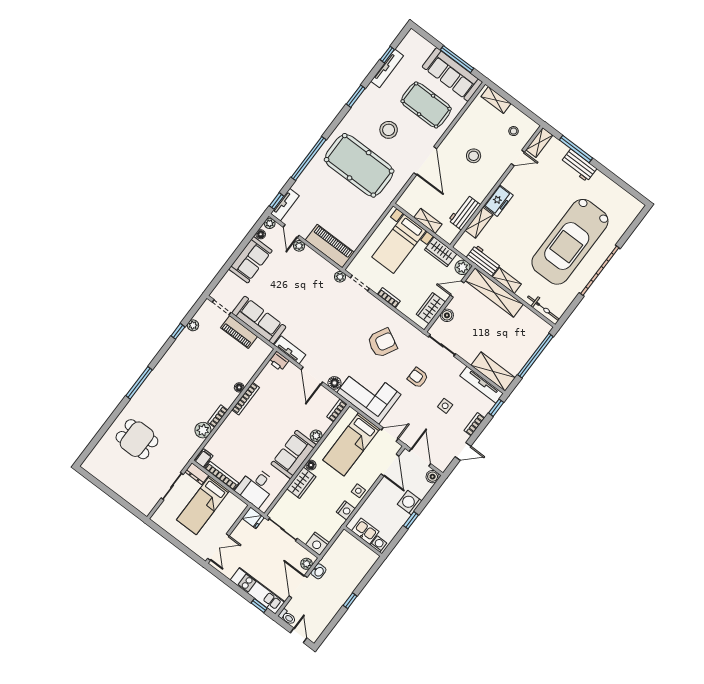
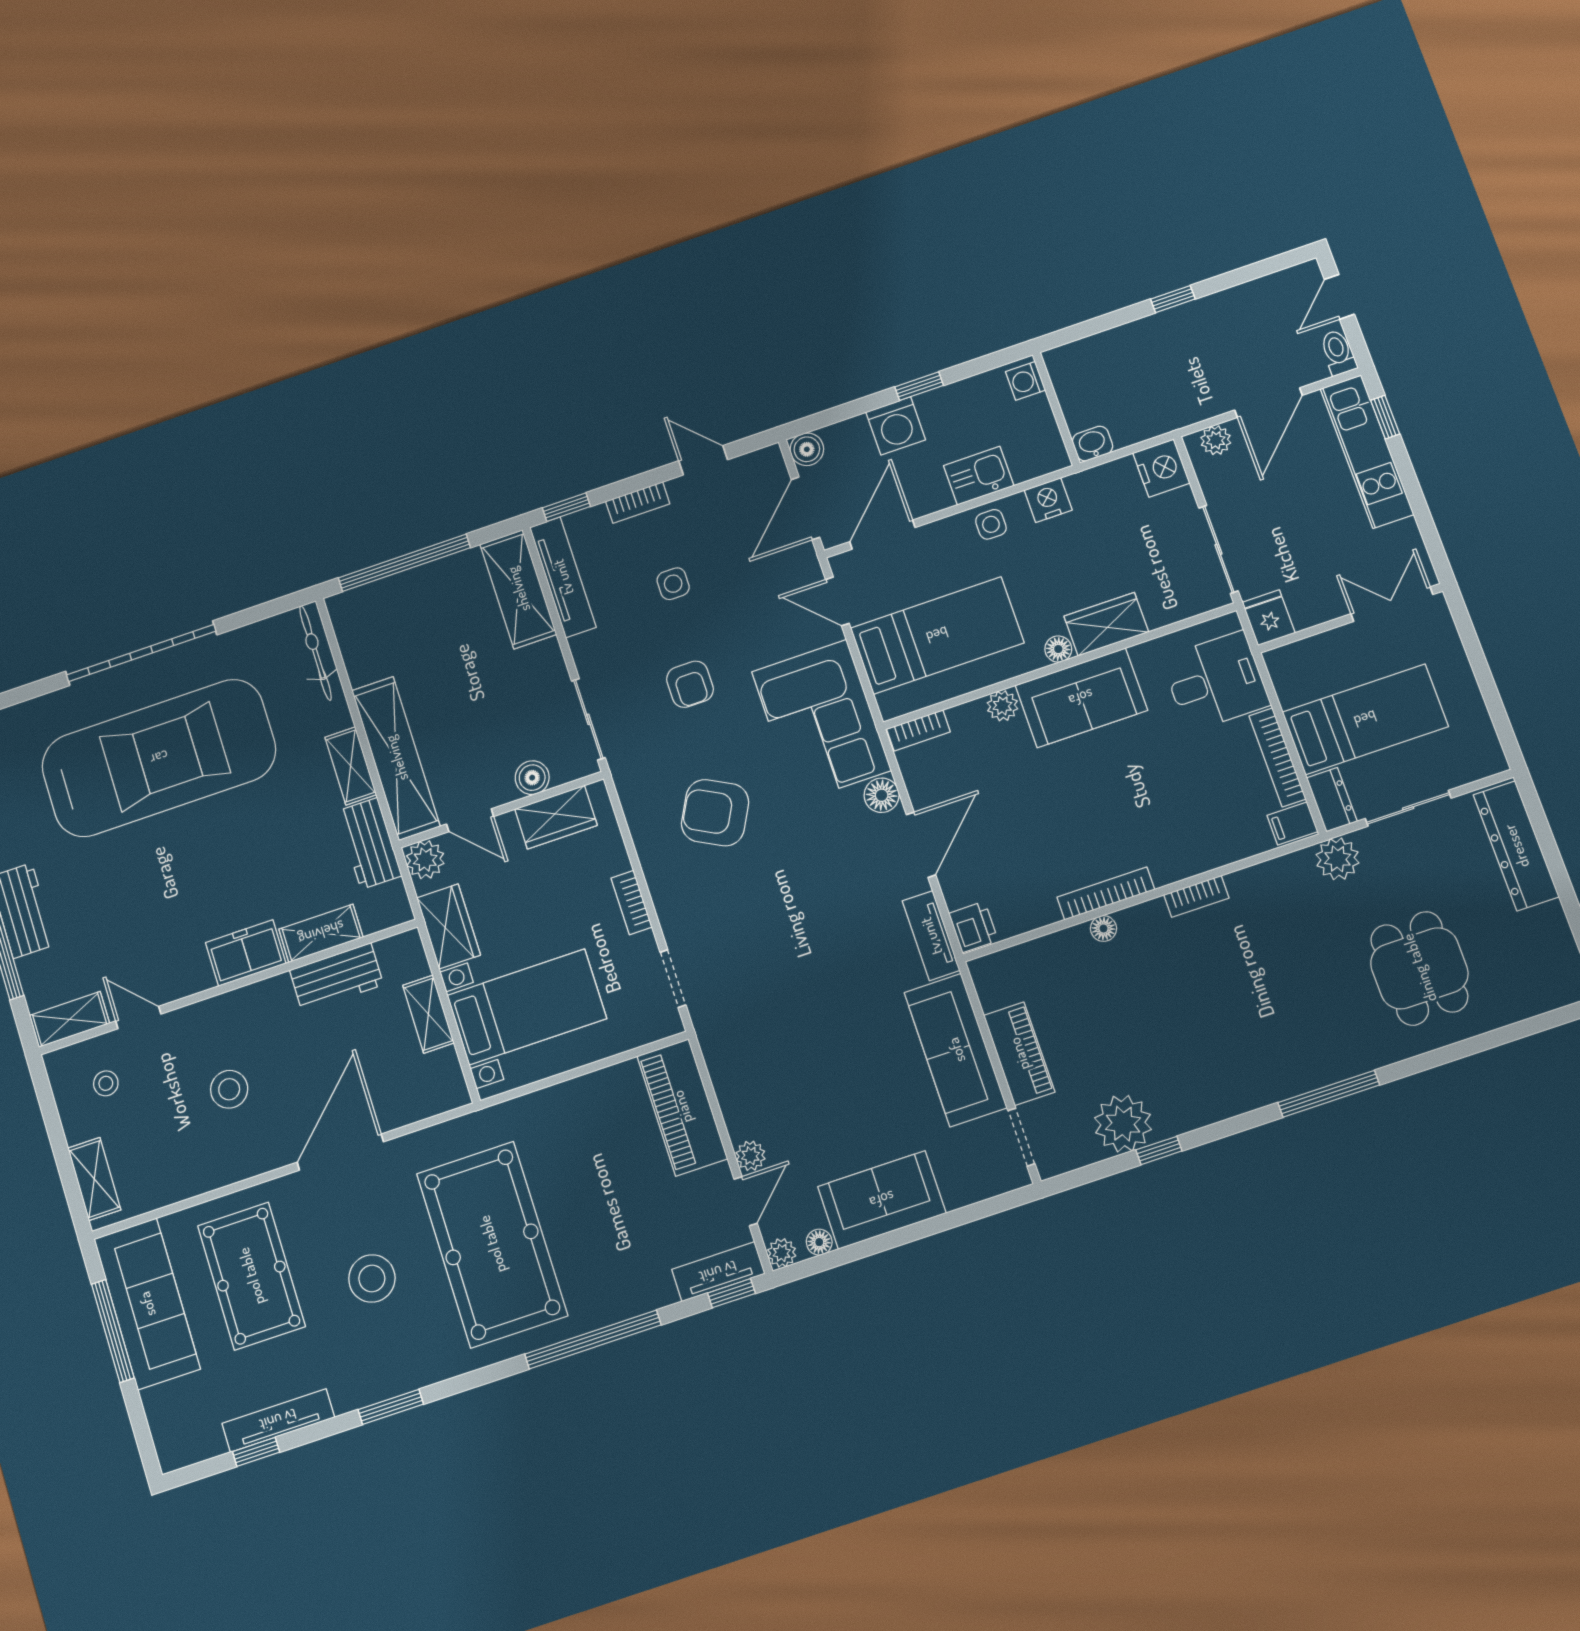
plant: (340, 277) -> (707, 1023), removed
plant: (193, 325) -> (1123, 1124), width x1.88, depth x1.88
plant: (203, 430) -> (1338, 859), moved
dresser: (133, 496) -> (1516, 846), added
kitchen sink: (365, 531) -> (979, 476), moved, turned 90
washbasin: (318, 571) -> (1093, 444), moved

